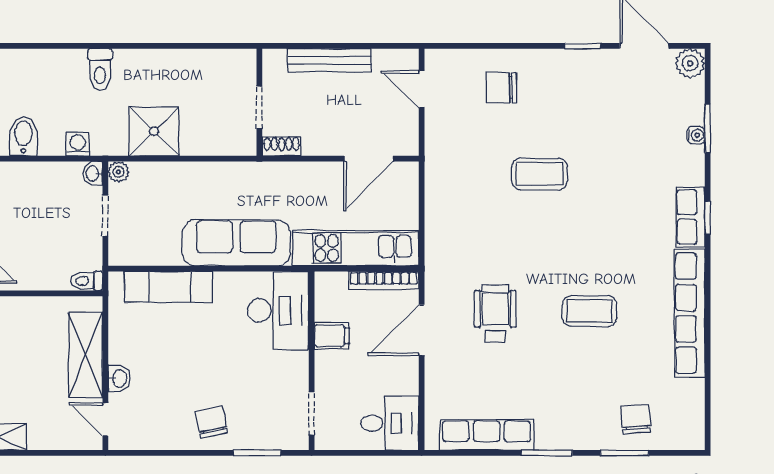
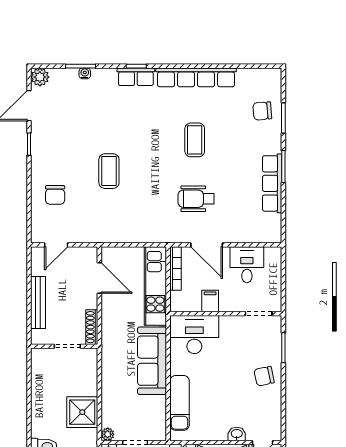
shoe rack: (282, 146) -> (92, 327), width x1.43
desk: (390, 423) -> (247, 265), moved
row of seats: (487, 435) -> (272, 183), moved

